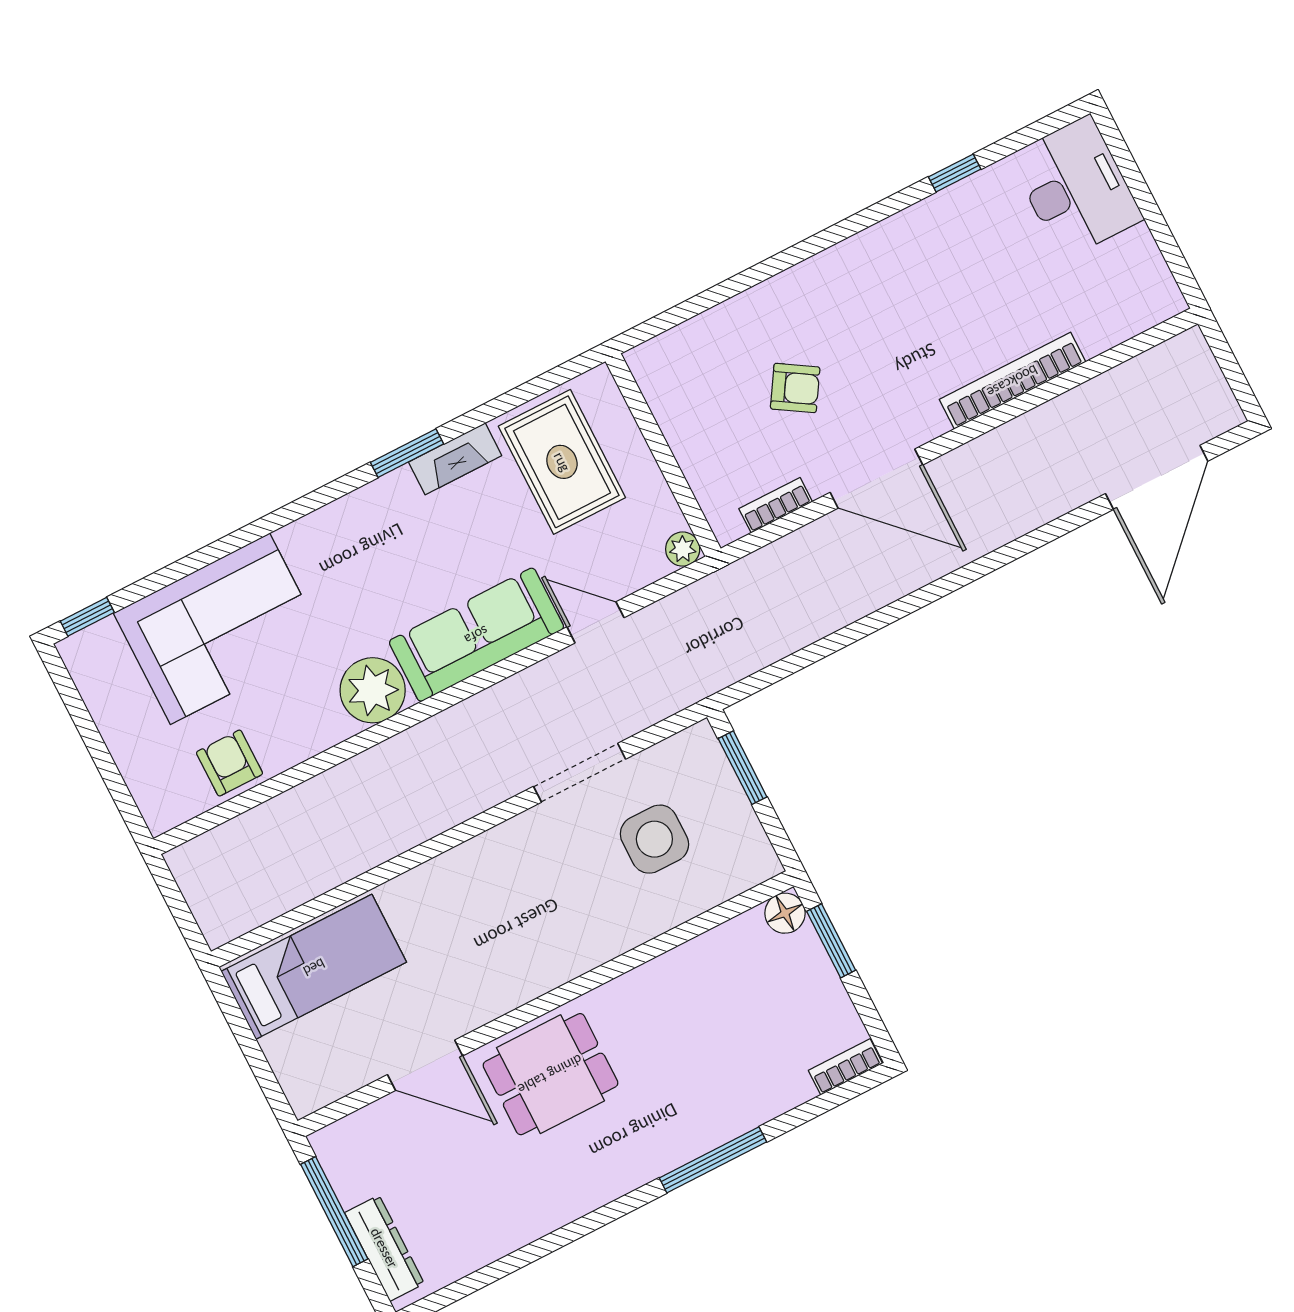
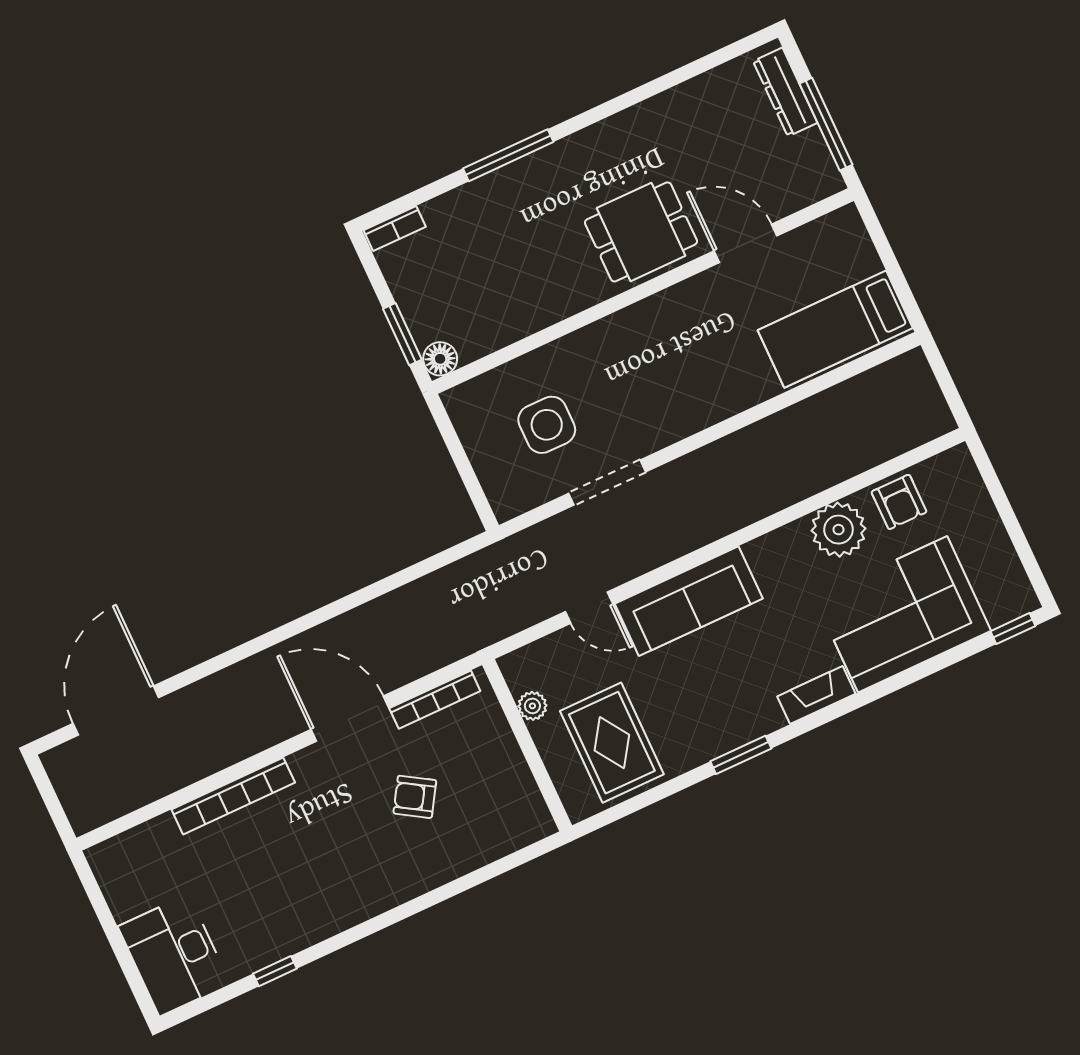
fireplace: (455, 459) -> (816, 695), moved
bookcase: (776, 505) -> (435, 700), width x1.56
plant: (683, 549) -> (532, 706), moved
plant: (373, 690) -> (839, 530), moved
window: (743, 768) -> (471, 482), removed

